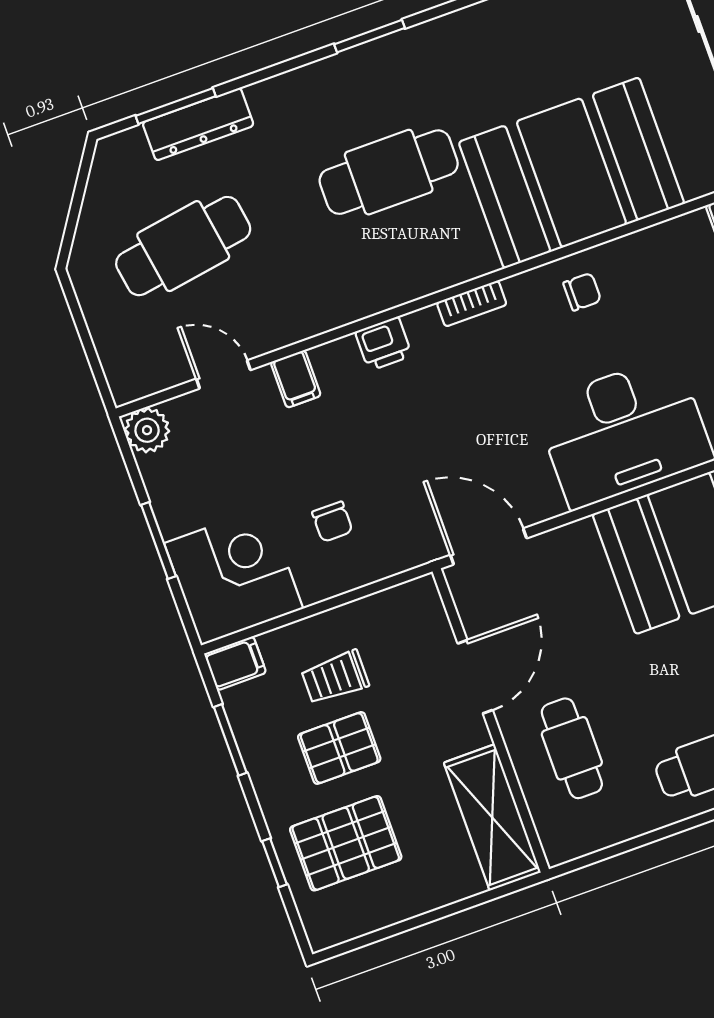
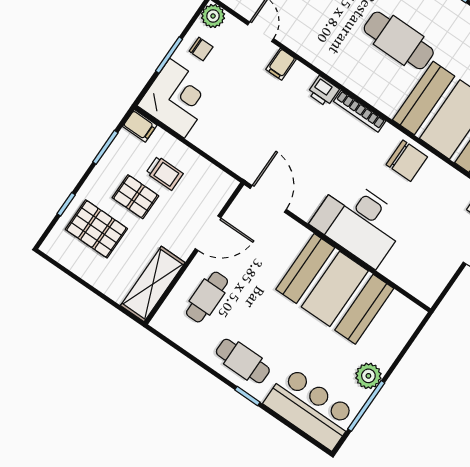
chair: (582, 292) -> (407, 161), width x1.87, depth x1.87
bookcase: (472, 304) -> (360, 111), width x1.56
chair: (332, 522) -> (201, 49), moved, turned -90
trolley: (335, 677) -> (165, 173), turned 180

